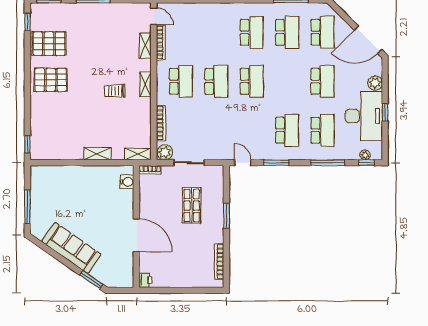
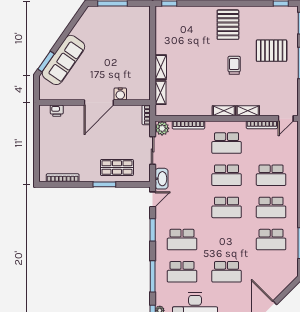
school desk: (322, 32) -> (271, 175), moved
pallet: (49, 44) -> (272, 51), moved, turned 90
shelving: (145, 46) -> (248, 111), moved
trolley: (115, 91) -> (234, 65), moved
washbasin: (220, 153) -> (161, 179), added
shelving: (138, 154) -> (160, 93), moved
water cooler: (127, 182) -> (120, 94), moved
shop shelf: (192, 206) -> (117, 168), moved
door: (136, 235) -> (99, 102), moved
sofa: (71, 248) -> (63, 60), moved
printer: (145, 280) -> (57, 111), moved

